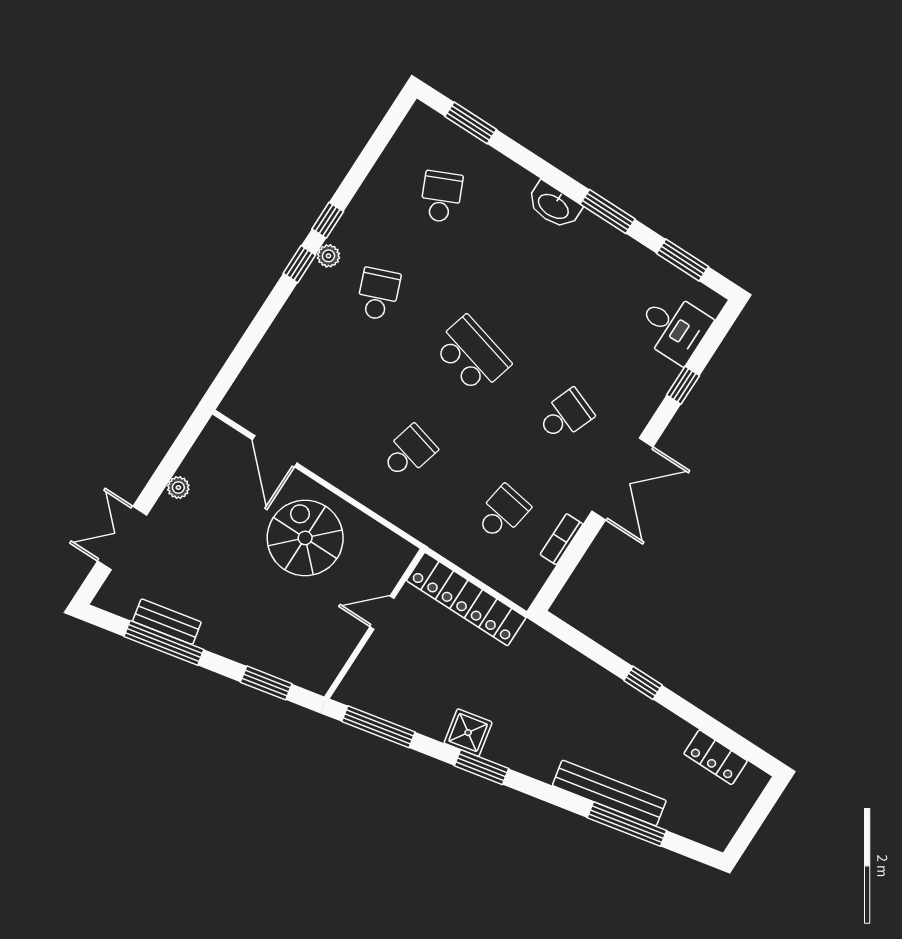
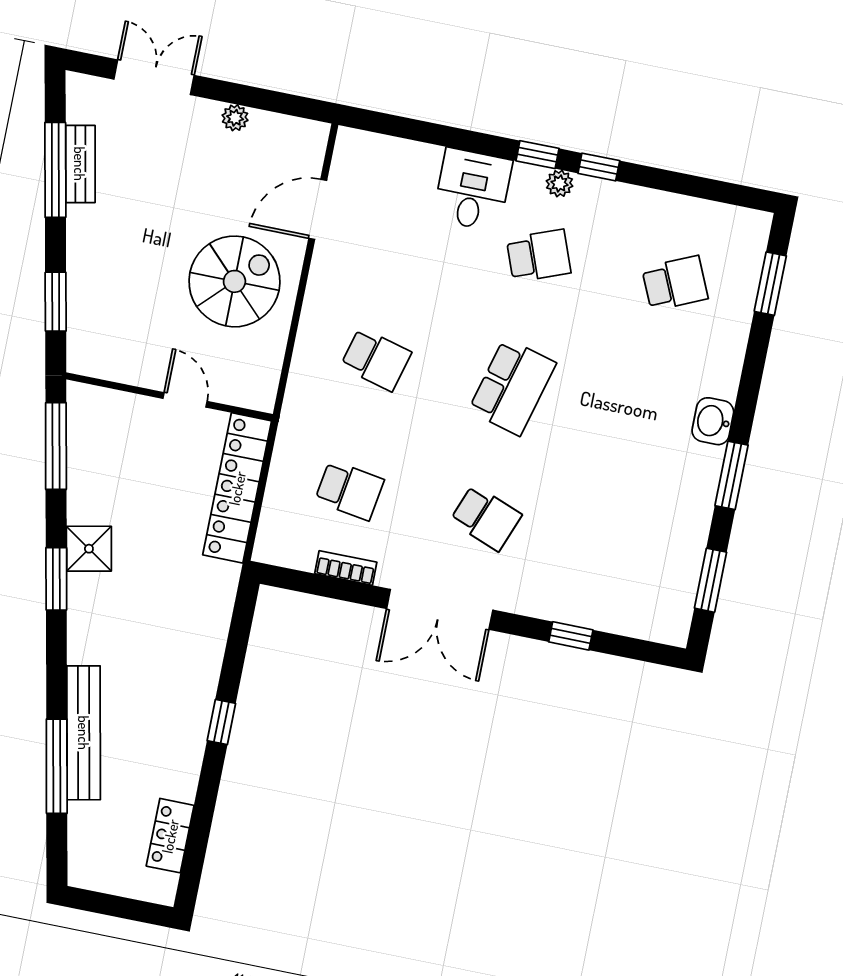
washbasin: (554, 206) -> (713, 421), width x0.72
desk: (674, 327) -> (472, 190), moved, turned 180

